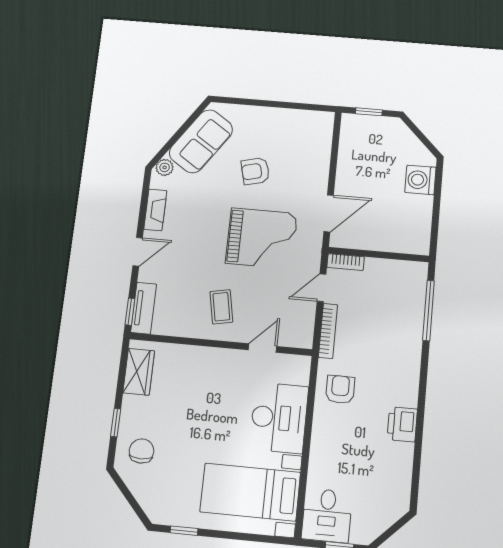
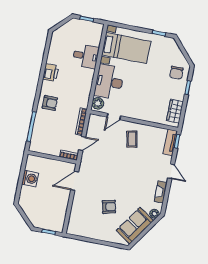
washing machine: (420, 180) -> (30, 178), moved
grand piano: (262, 238) -> (109, 172), removed
door: (138, 252) -> (171, 171), swing flipped
plant: (298, 371) -> (98, 103), added
armchair: (340, 389) -> (50, 103), moved, turned -90
desk: (327, 515) -> (86, 56), moved, turned 90

